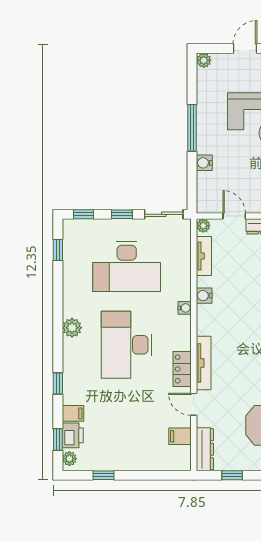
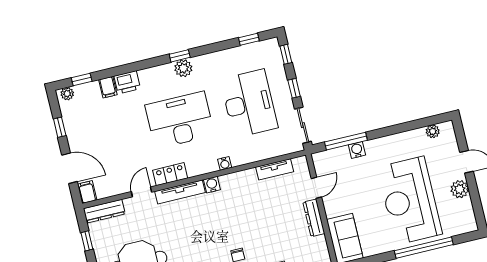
plant: (204, 60) -> (433, 131), moved
window: (192, 128) -> (346, 141), moved
plant: (203, 226) -> (301, 162), removed
desk: (127, 266) -> (249, 103), turned 180
water cooler: (204, 296) -> (212, 185), moved
window: (58, 383) -> (180, 56), moved
printer: (73, 435) -> (127, 82), moved
filing cabinet: (180, 436) -> (87, 192), moved
door: (150, 475) -> (69, 168), added

